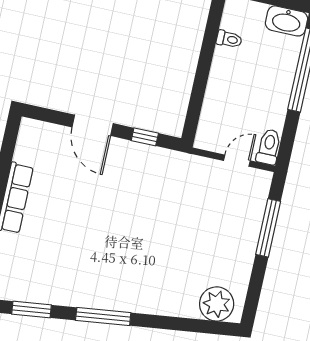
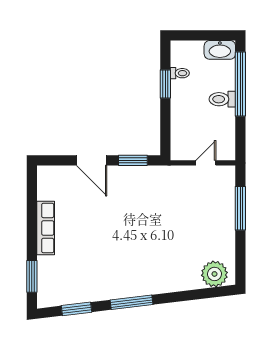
window: (208, 49) -> (165, 84), added
window: (145, 137) -> (133, 160), width x1.50
toilet: (269, 147) -> (222, 99), moved, turned -90

